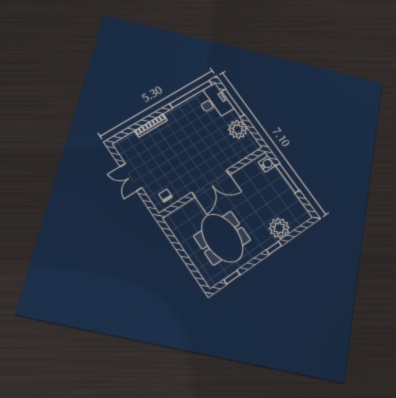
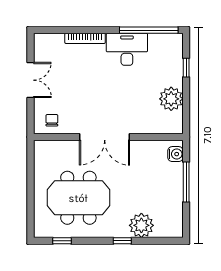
desk: (214, 102) -> (127, 49), moved, turned -90
window: (233, 103) -> (186, 68), width x0.46
double door: (131, 177) -> (31, 80), swing flipped
meeting table: (222, 238) -> (78, 198), turned 90

